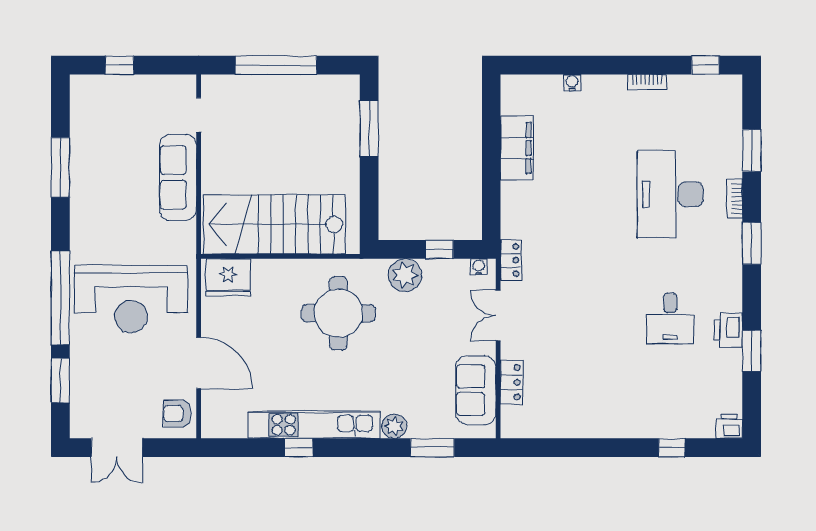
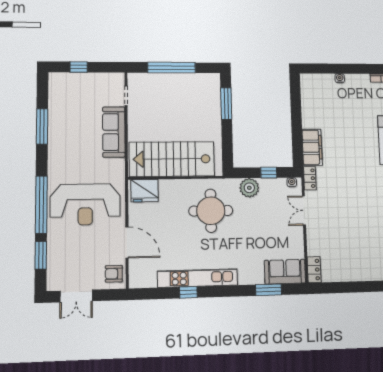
filing cabinet: (517, 148) -> (312, 147), moved
locker: (512, 382) -> (314, 270), moved
sofa: (476, 390) -> (285, 272), moved, turned 90
plant: (394, 426) -> (246, 277), removed

